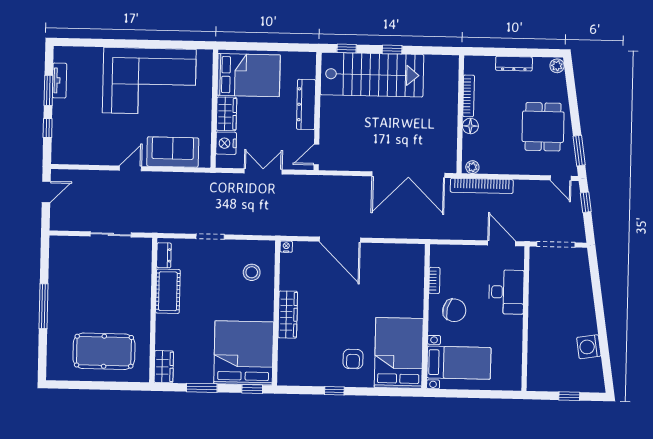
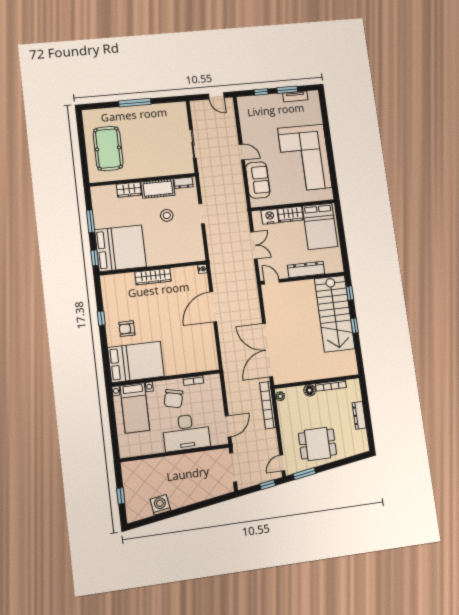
plant: (557, 66) -> (363, 447), removed
stool: (252, 272) -> (167, 215), moved
desk: (506, 292) -> (186, 432), width x1.36, depth x1.30
wardrobe: (164, 367) -> (129, 190), moved

